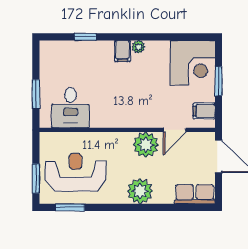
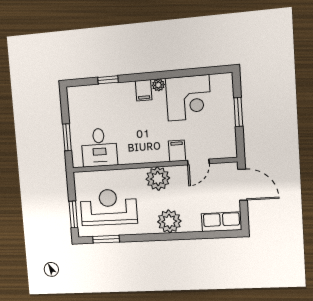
corner desk: (193, 63) -> (188, 98), moved
filing cabinet: (204, 111) -> (177, 151), moved, turned 90
plant: (146, 145) -> (158, 179), moved

